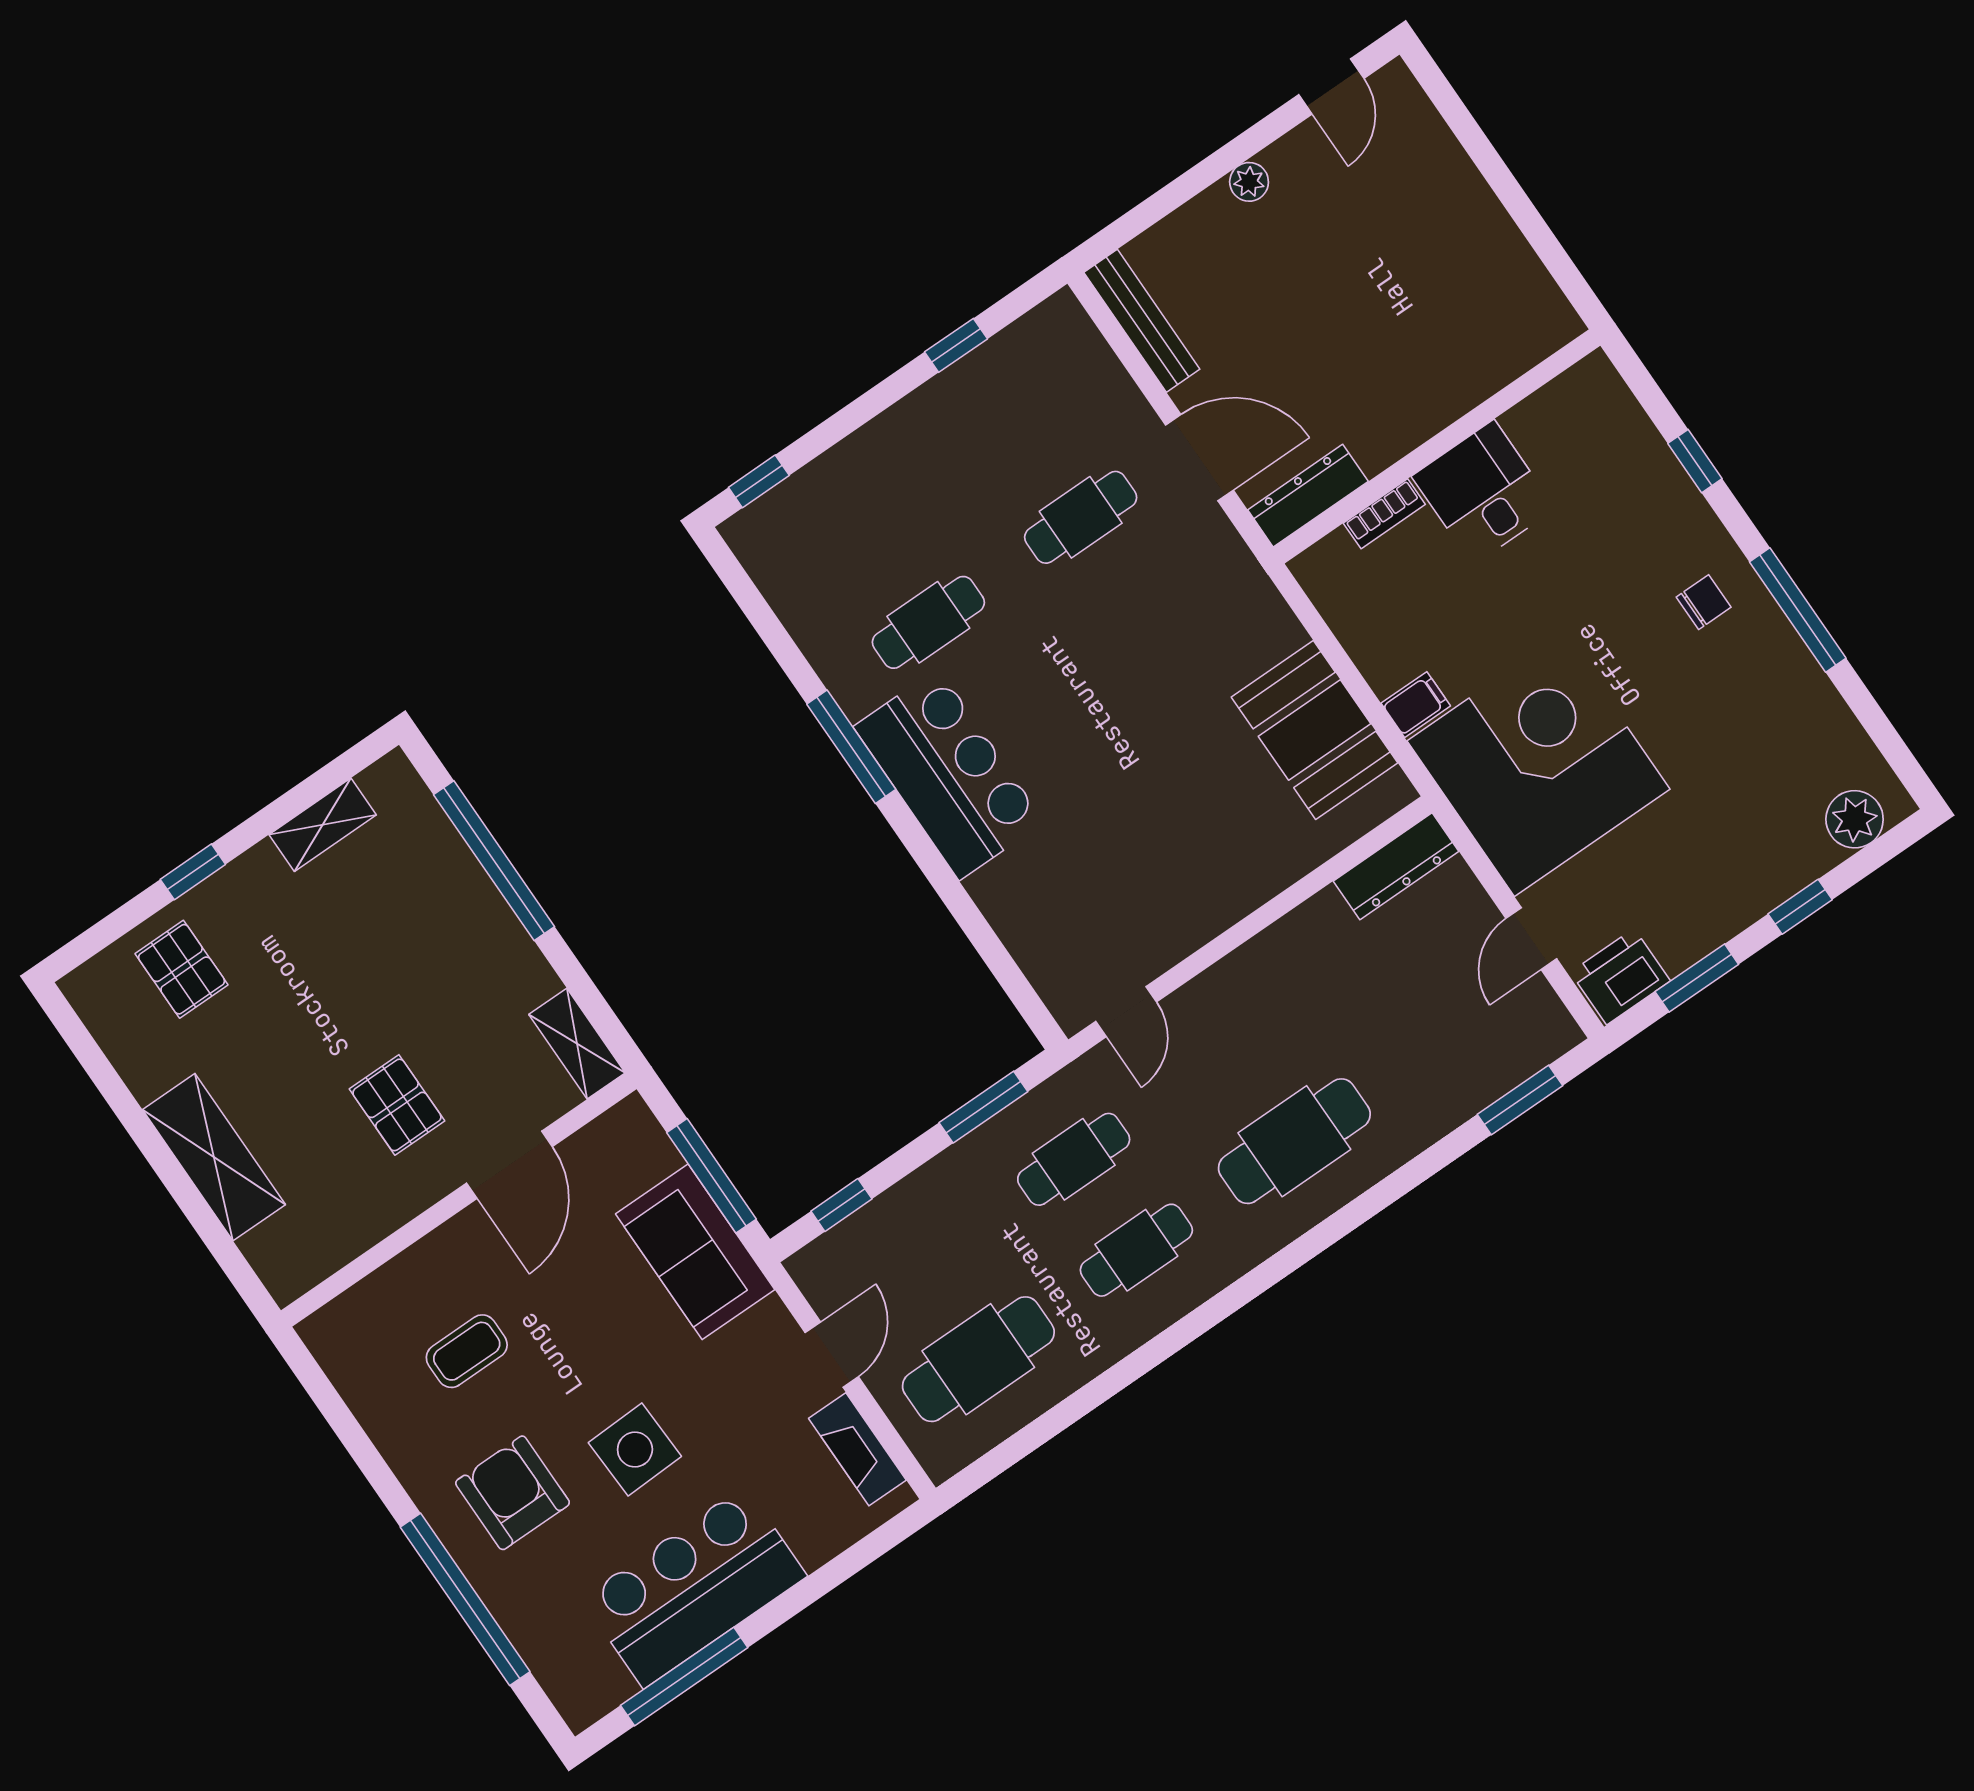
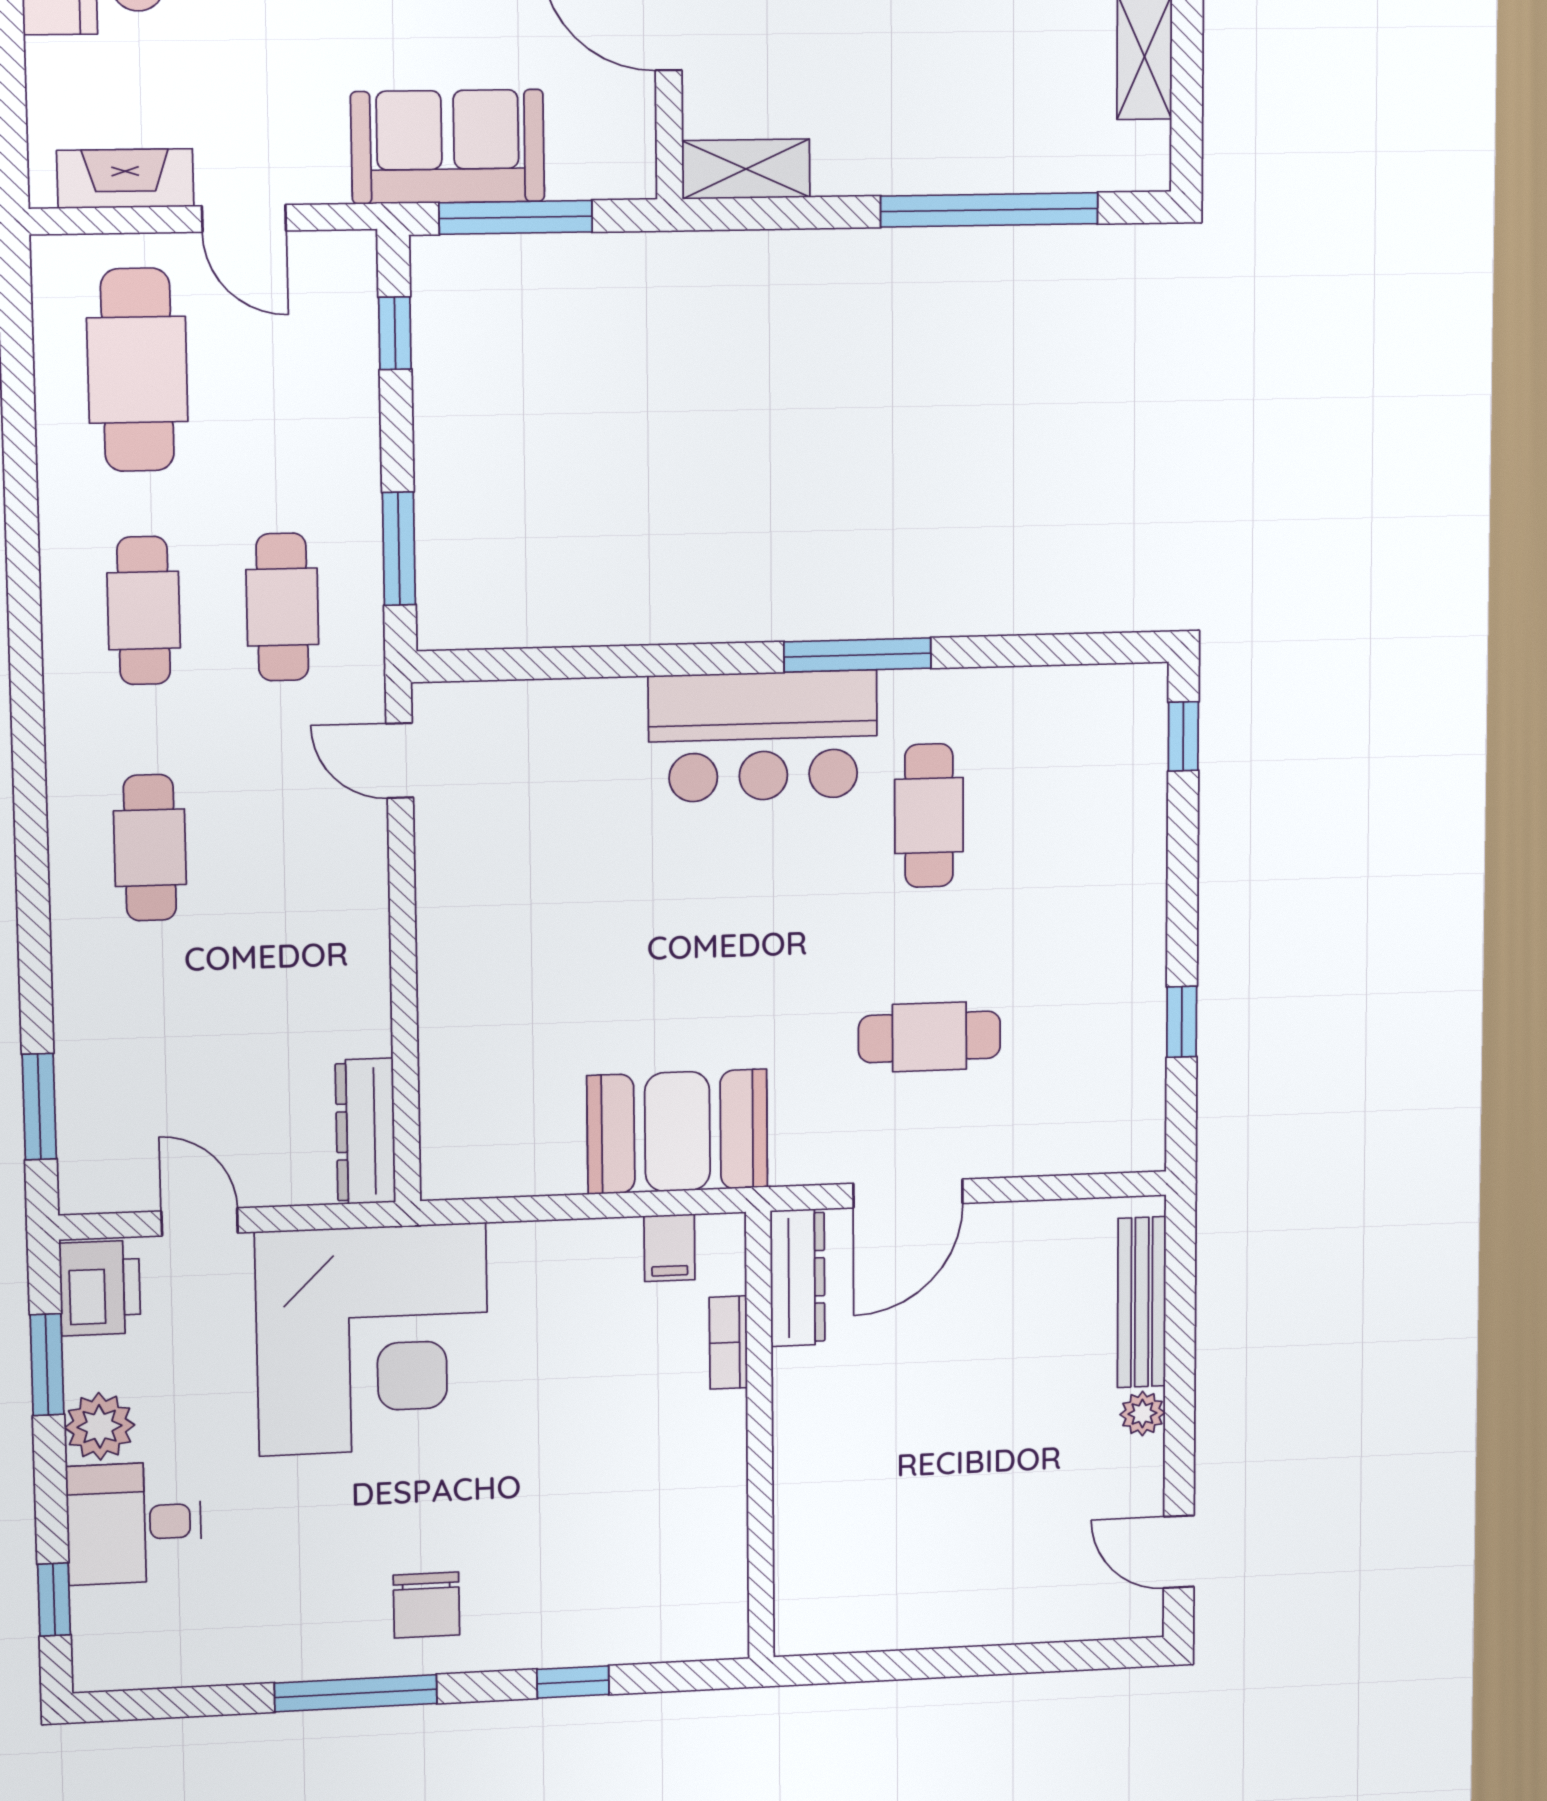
bench: (1142, 321) -> (1142, 1302), moved, turned 90
desk: (1483, 492) -> (134, 1523), moved, turned 180
cafe table: (1081, 517) -> (929, 1037), turned 90
chair: (1704, 602) -> (426, 1605), width x1.37, depth x1.37
filing cabinet: (1416, 705) -> (670, 1248), moved
booth: (1315, 730) -> (677, 1132), moved
plant: (1855, 819) -> (100, 1426), moved
window: (1800, 907) -> (54, 1599), moved
cafe table: (1294, 1141) -> (150, 848), width x0.73, depth x0.74

